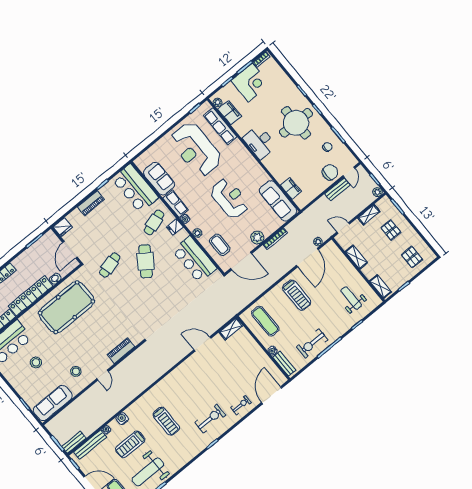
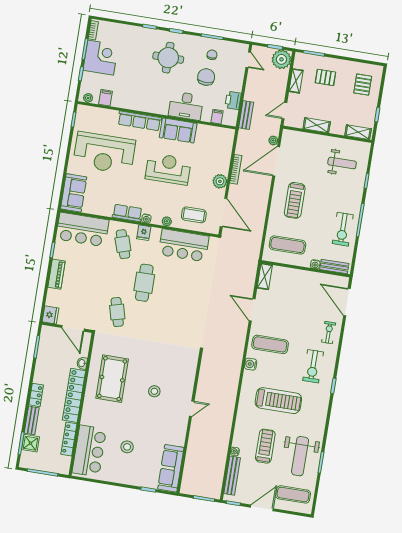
filing cabinet: (230, 113) -> (106, 98), width x0.50
round table: (296, 123) -> (168, 58), width x0.73, depth x0.73
row of seats: (220, 126) -> (139, 121), moved
desk: (260, 142) -> (186, 106), moved
chair: (330, 172) -> (206, 77), moved
sofa: (159, 179) -> (74, 193), moved, turned 90
filing cabinet: (291, 188) -> (217, 117), width x0.50
bench: (337, 189) -> (246, 115), moved
printer: (314, 190) -> (233, 100), added
plant: (377, 192) -> (281, 59), width x1.87, depth x1.87
sofa: (278, 201) -> (178, 130), moved, width x0.73
pallet: (412, 257) -> (363, 85), turned 90
door: (307, 258) -> (276, 161), swing flipped
cafe table: (146, 261) -> (144, 283), turned 55
door: (241, 261) -> (223, 213), hinge flipped
treadmill: (297, 295) -> (295, 200), turned 90
weight bench: (351, 298) -> (342, 163), turned 180
pool table: (66, 307) -> (112, 379), width x0.73, depth x0.76
door: (202, 344) -> (252, 310), hinge flipped
piano: (121, 351) -> (189, 375), removed
stool: (76, 371) -> (154, 391), moved
door: (103, 375) -> (192, 409), hinge flipped
exercise mat: (194, 378) -> (270, 344), added
water cooler: (122, 419) -> (251, 364), moved
exercise bike: (210, 419) -> (313, 366), turned 180
treadmill: (166, 421) -> (278, 401), width x1.37, depth x1.38
bench: (74, 442) -> (217, 485), removed
treadmill: (130, 444) -> (265, 446), turned 180

